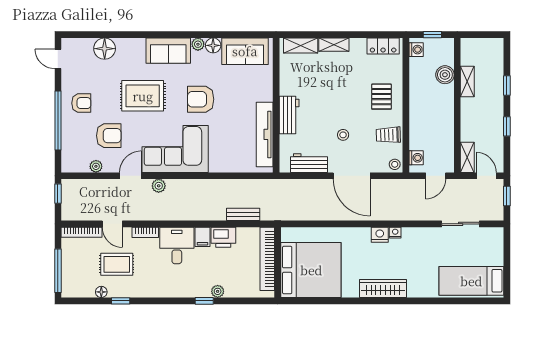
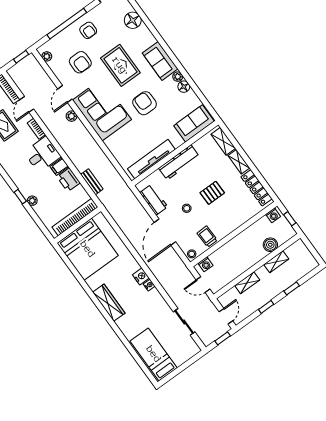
locker: (383, 46) -> (257, 188), width x1.53
sofa: (245, 51) -> (194, 123), moved, turned 90
pallet: (381, 97) -> (212, 193), moved
workbench: (289, 115) -> (179, 162), width x1.37
shelving: (467, 157) -> (247, 283), moved
plant: (96, 166) -> (47, 56), moved
door: (131, 176) -> (65, 94), swing flipped

